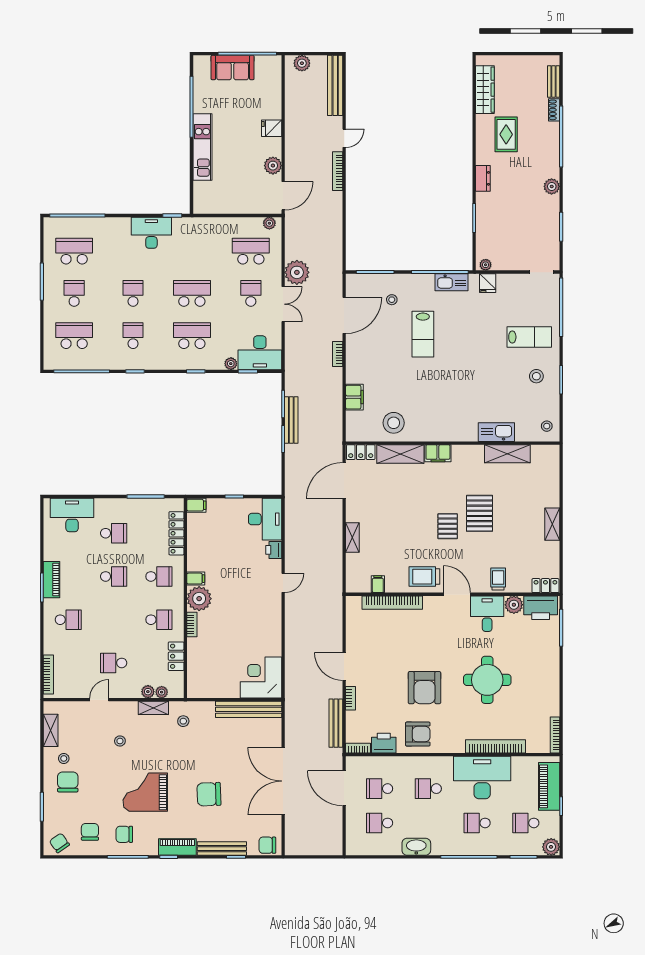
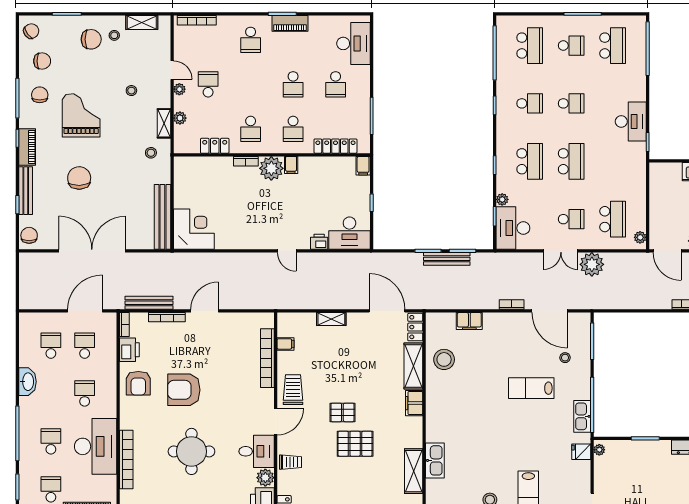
plant: (162, 692) -> (179, 89), moved
bookcase: (351, 698) -> (167, 317), width x1.56

